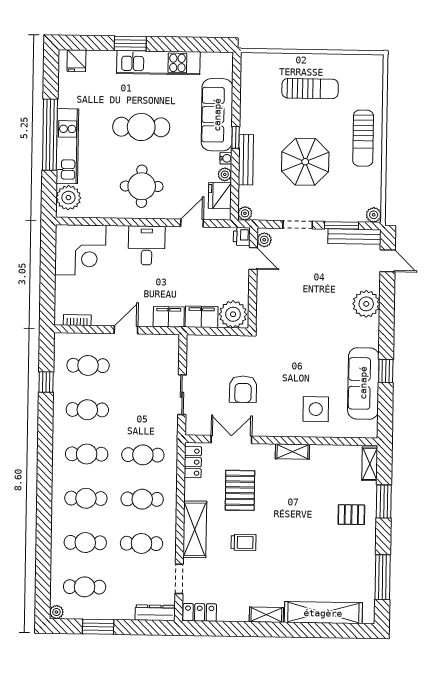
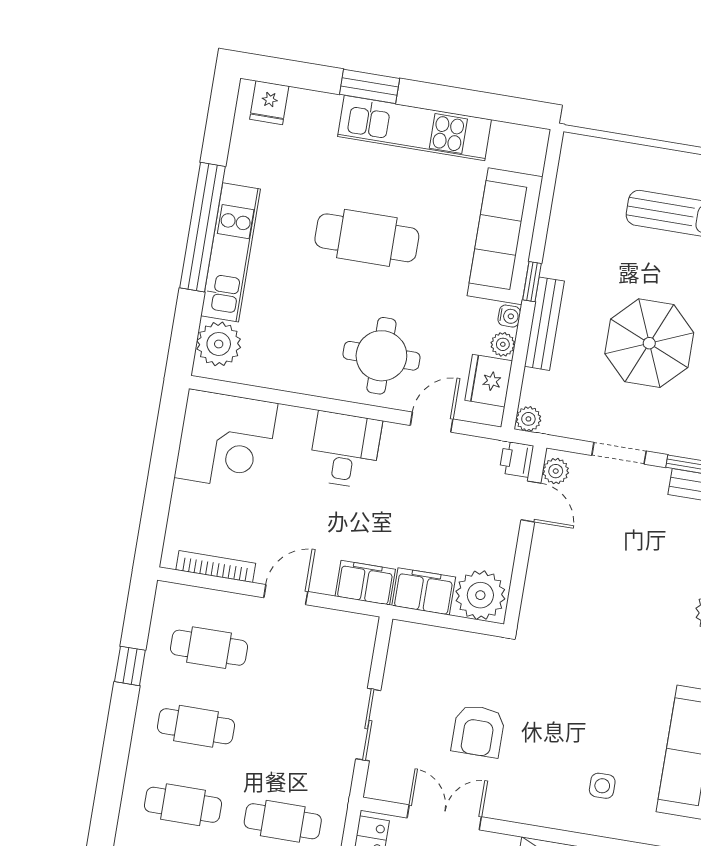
round table: (142, 186) -> (381, 356), moved
bookcase: (77, 320) -> (216, 566), width x1.56
side table: (316, 409) -> (602, 786), width x0.54, depth x0.54

